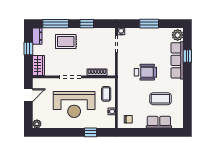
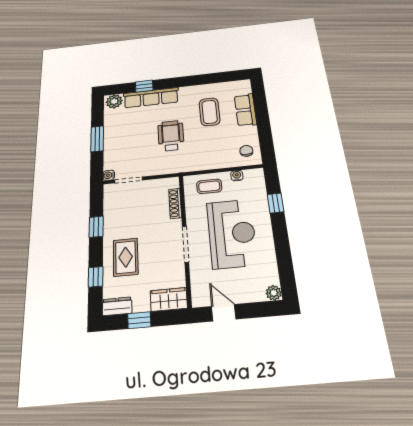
window: (56, 24) -> (96, 277), width x0.46

